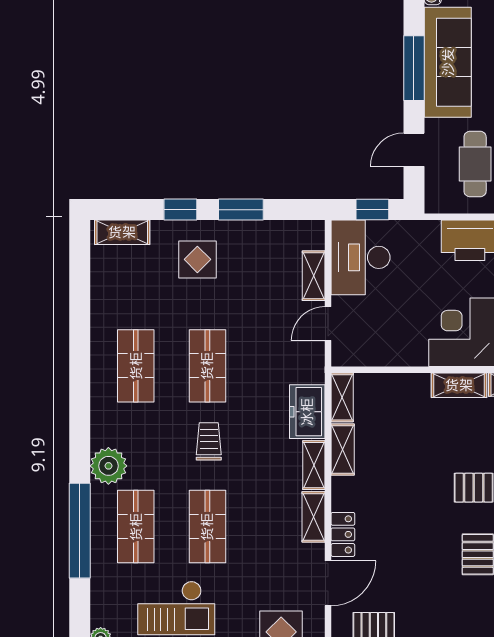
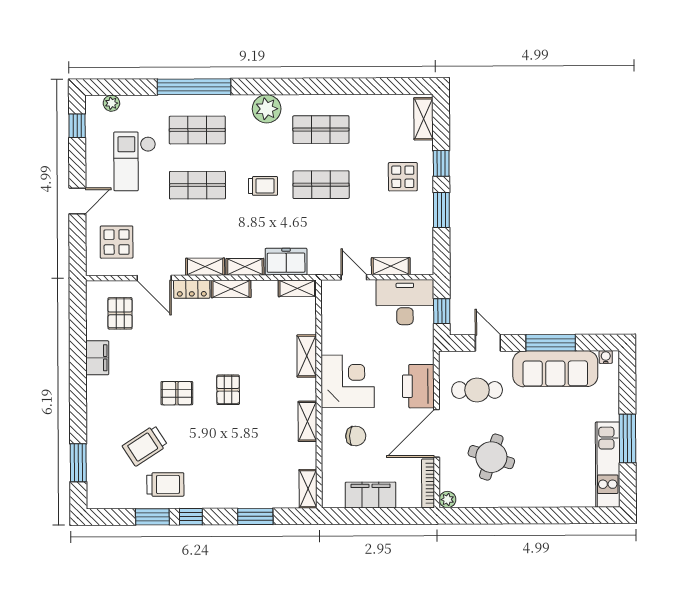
shelving: (459, 385) -> (307, 356), moved
shelving: (343, 449) -> (231, 289), moved
plant: (108, 466) -> (267, 109), moved

